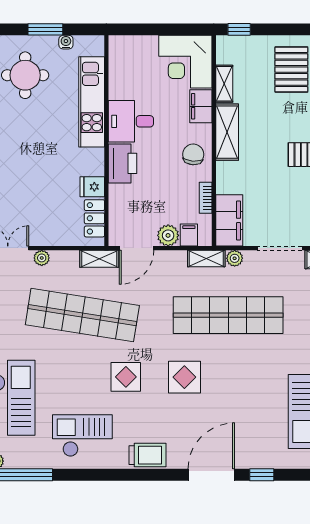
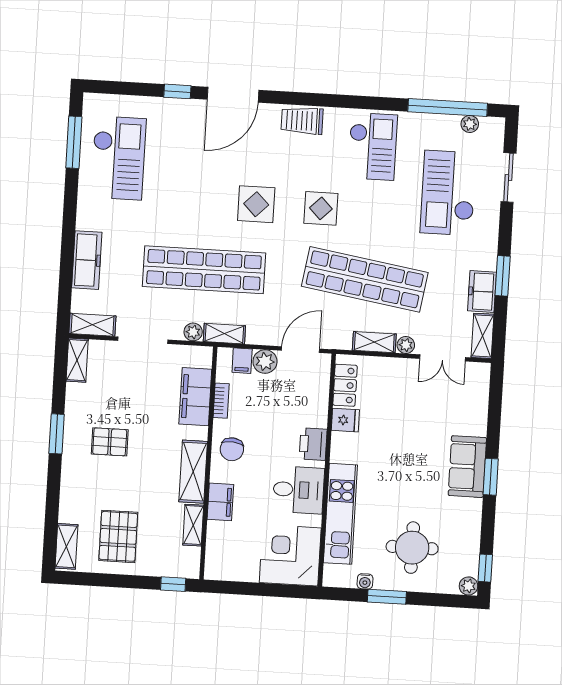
corner desk: (185, 62) -> (290, 555), moved, turned -90
printer: (122, 163) -> (313, 444), width x0.73, depth x0.84
filing cabinet: (229, 220) -> (195, 397), moved
shelving: (99, 259) -> (374, 342), moved
checkout: (82, 436) -> (373, 146), turned -90

